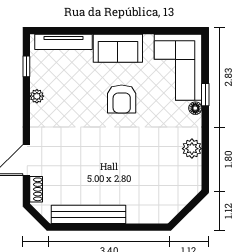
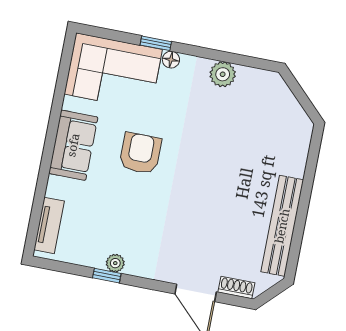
tv unit: (63, 42) -> (49, 225), width x0.71
window: (26, 66) -> (107, 276), moved
armchair: (122, 99) -> (140, 153), turned -90

